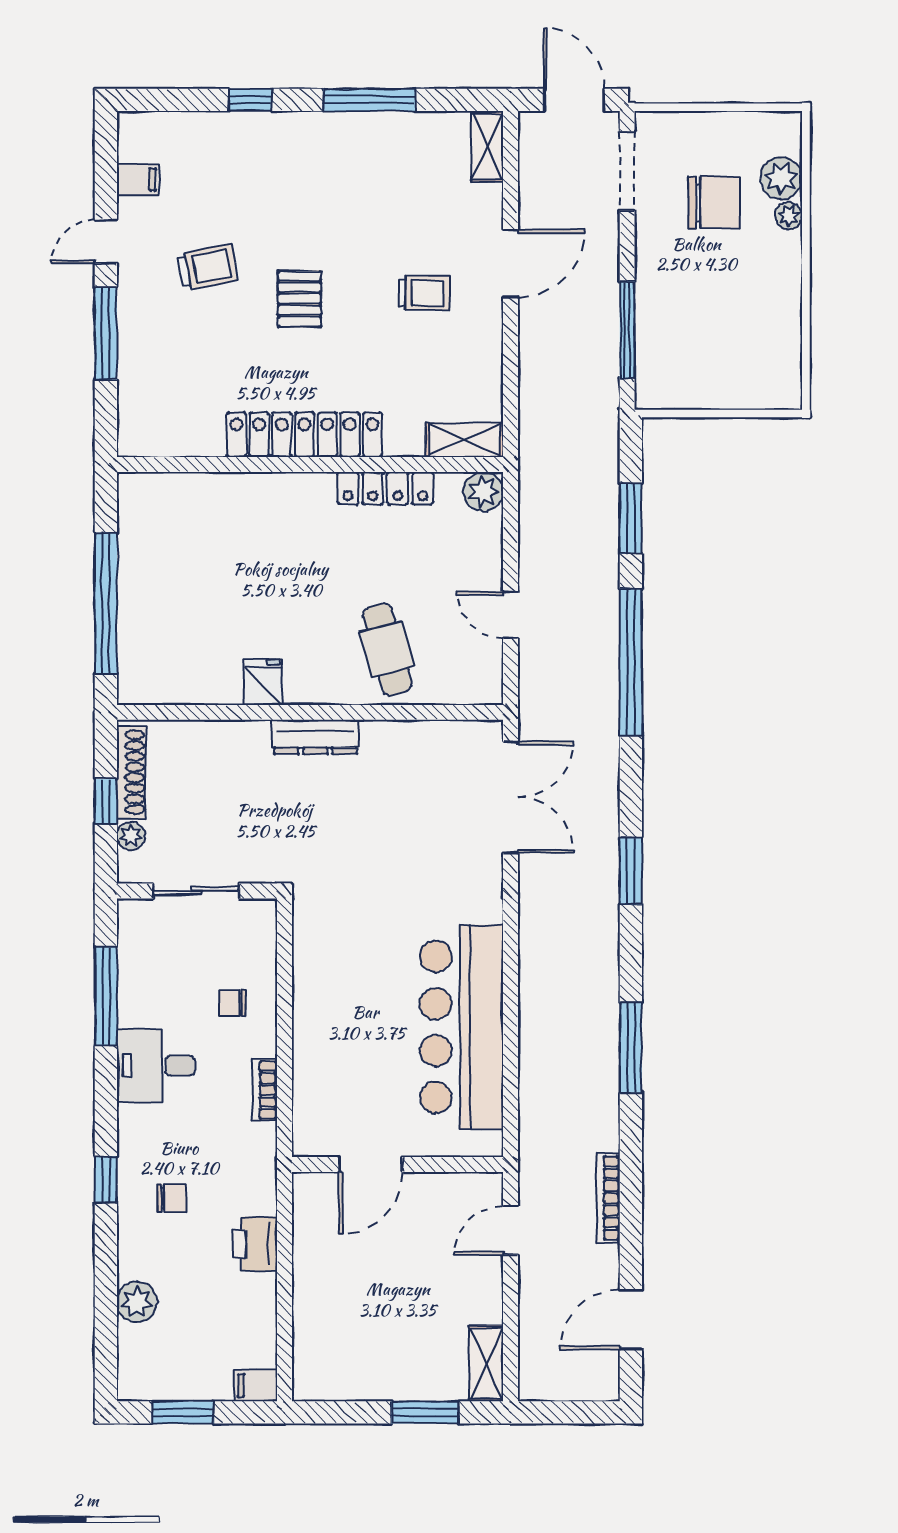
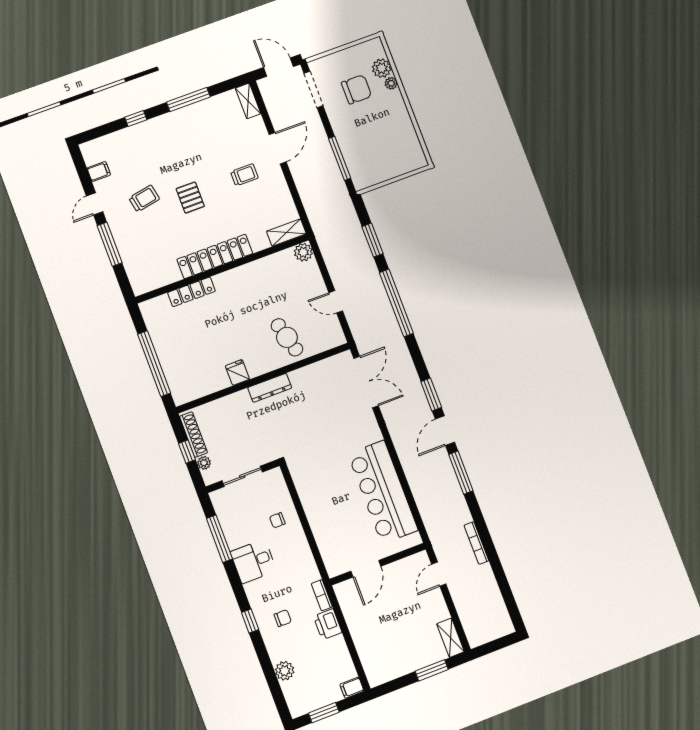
locker: (385, 488) -> (192, 292), moved
bookcase: (265, 1090) -> (322, 595), moved
door: (631, 1320) -> (445, 431), moved

